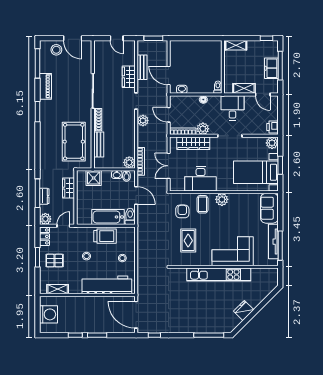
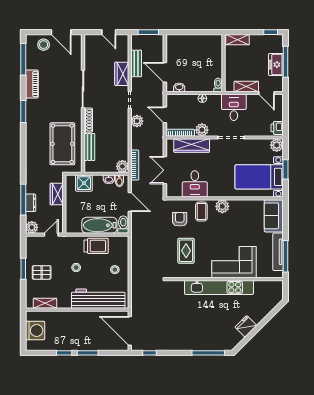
desk: (201, 179) -> (195, 184), width x0.73
locker: (45, 236) -> (31, 246), removed

